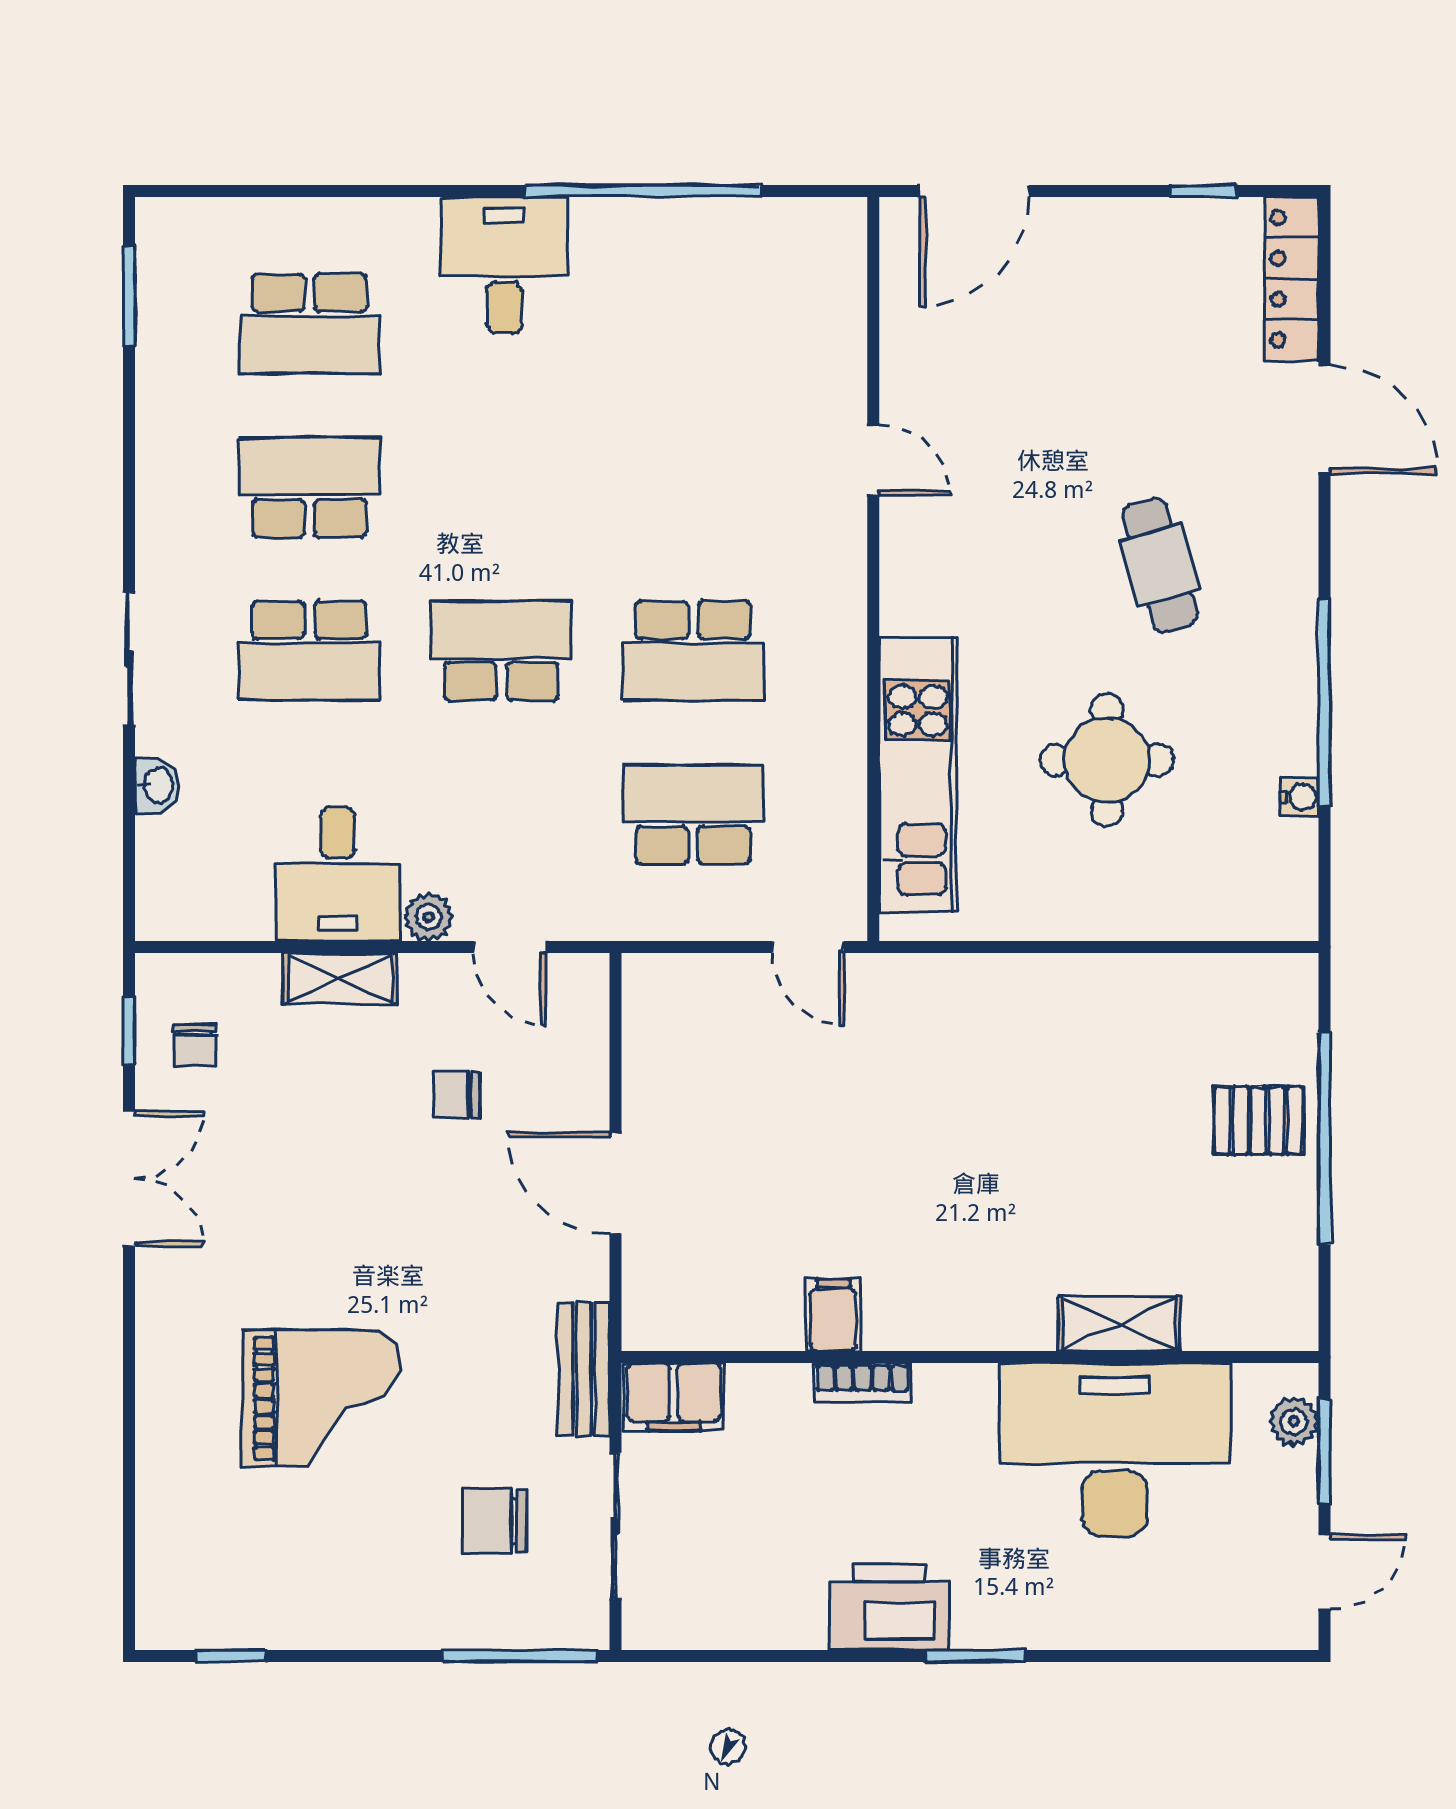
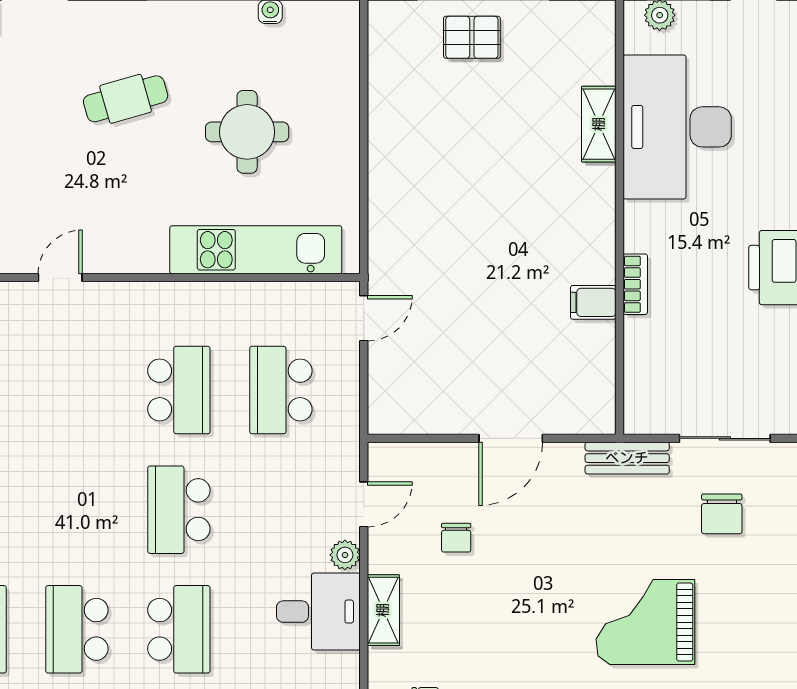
pallet: (1258, 1120) -> (472, 37), turned 90
filing cabinet: (674, 1397) -> (644, 402), removed
grand piano: (321, 1398) -> (645, 622), turned -90

